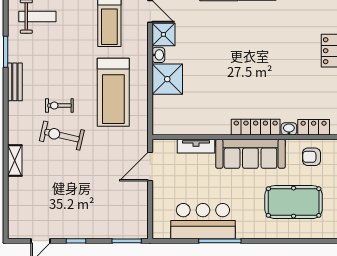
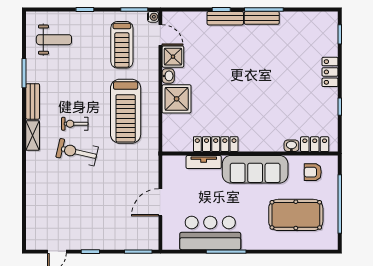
locker: (256, 127) -> (216, 144), moved
shelving: (15, 161) -> (33, 135), moved
door: (150, 167) -> (160, 202), moved

